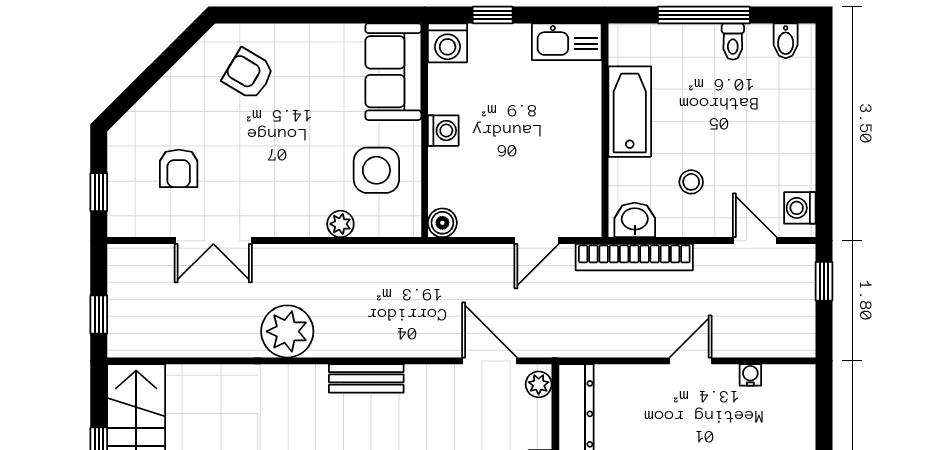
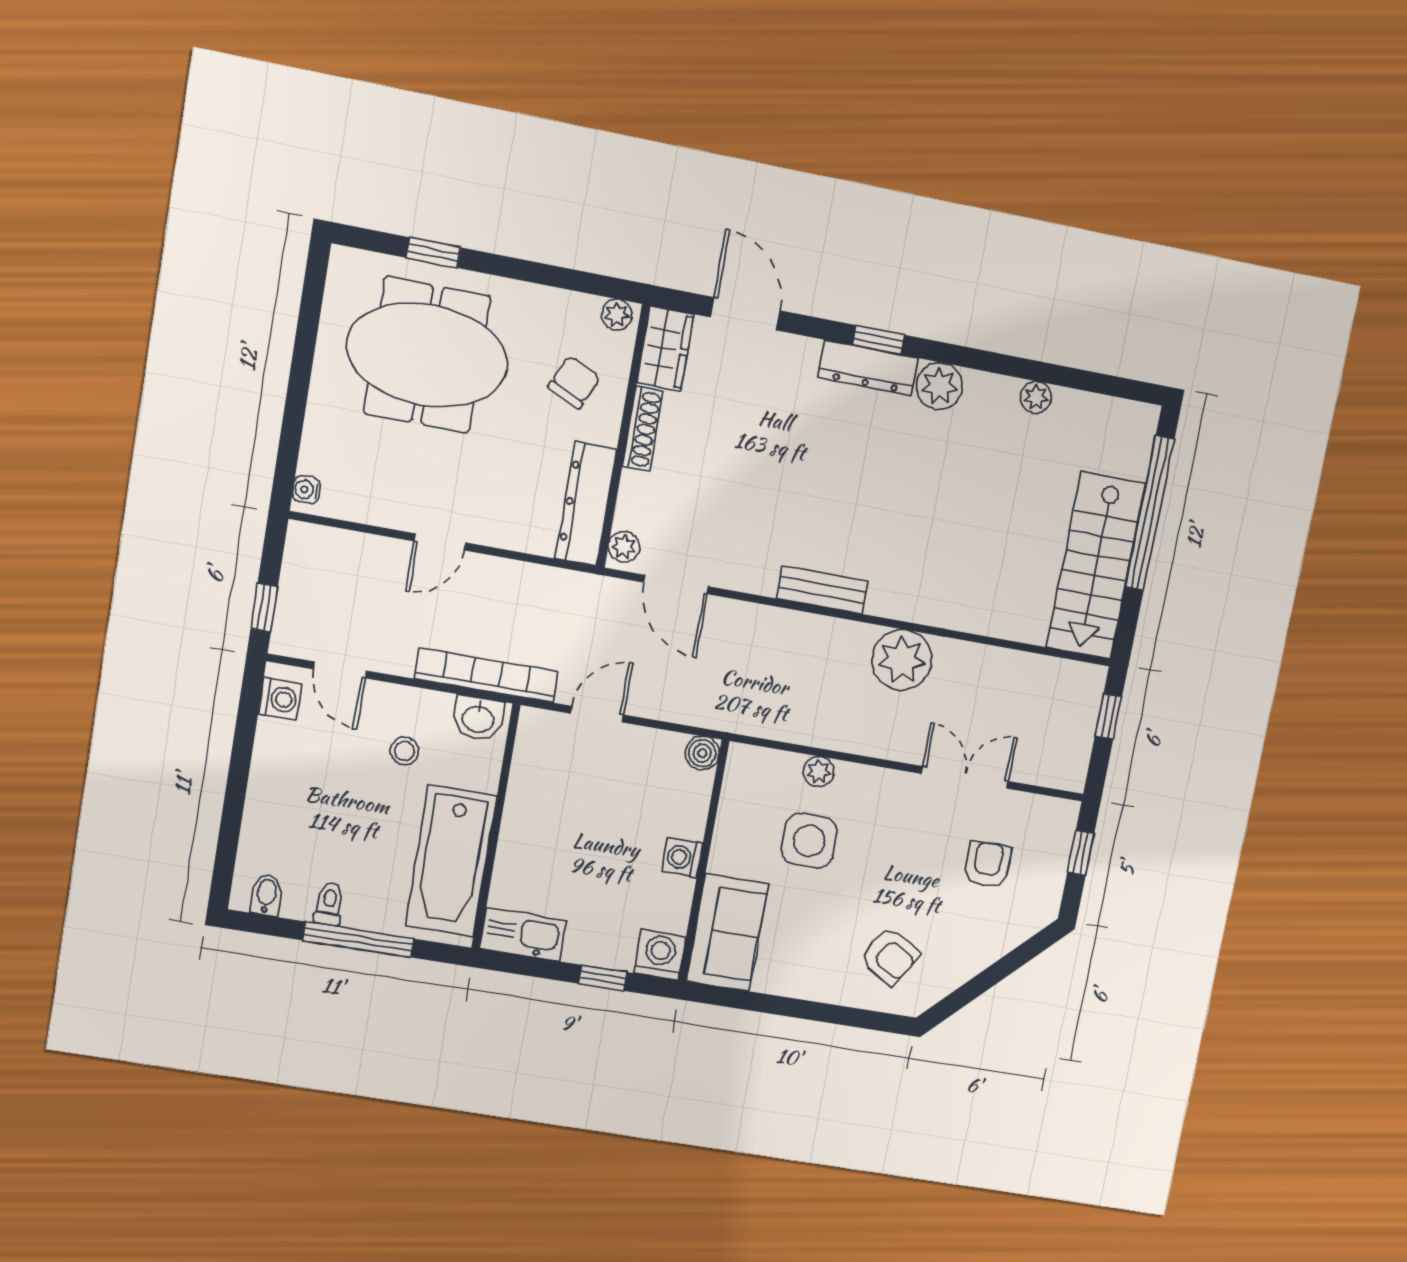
bathtub: (630, 112) -> (451, 861), width x1.36, depth x1.36
side table: (376, 170) -> (809, 841), moved
water cooler: (750, 375) -> (306, 490), moved, turned 90

